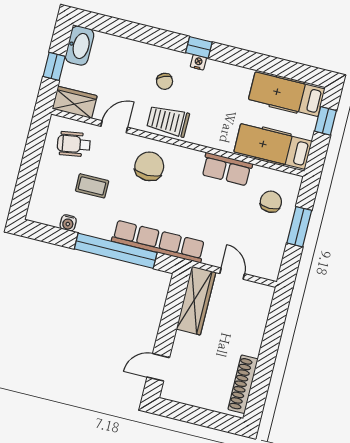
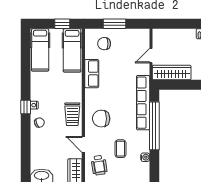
chair: (165, 81) -> (39, 123), moved
window: (325, 121) -> (62, 24), moved

